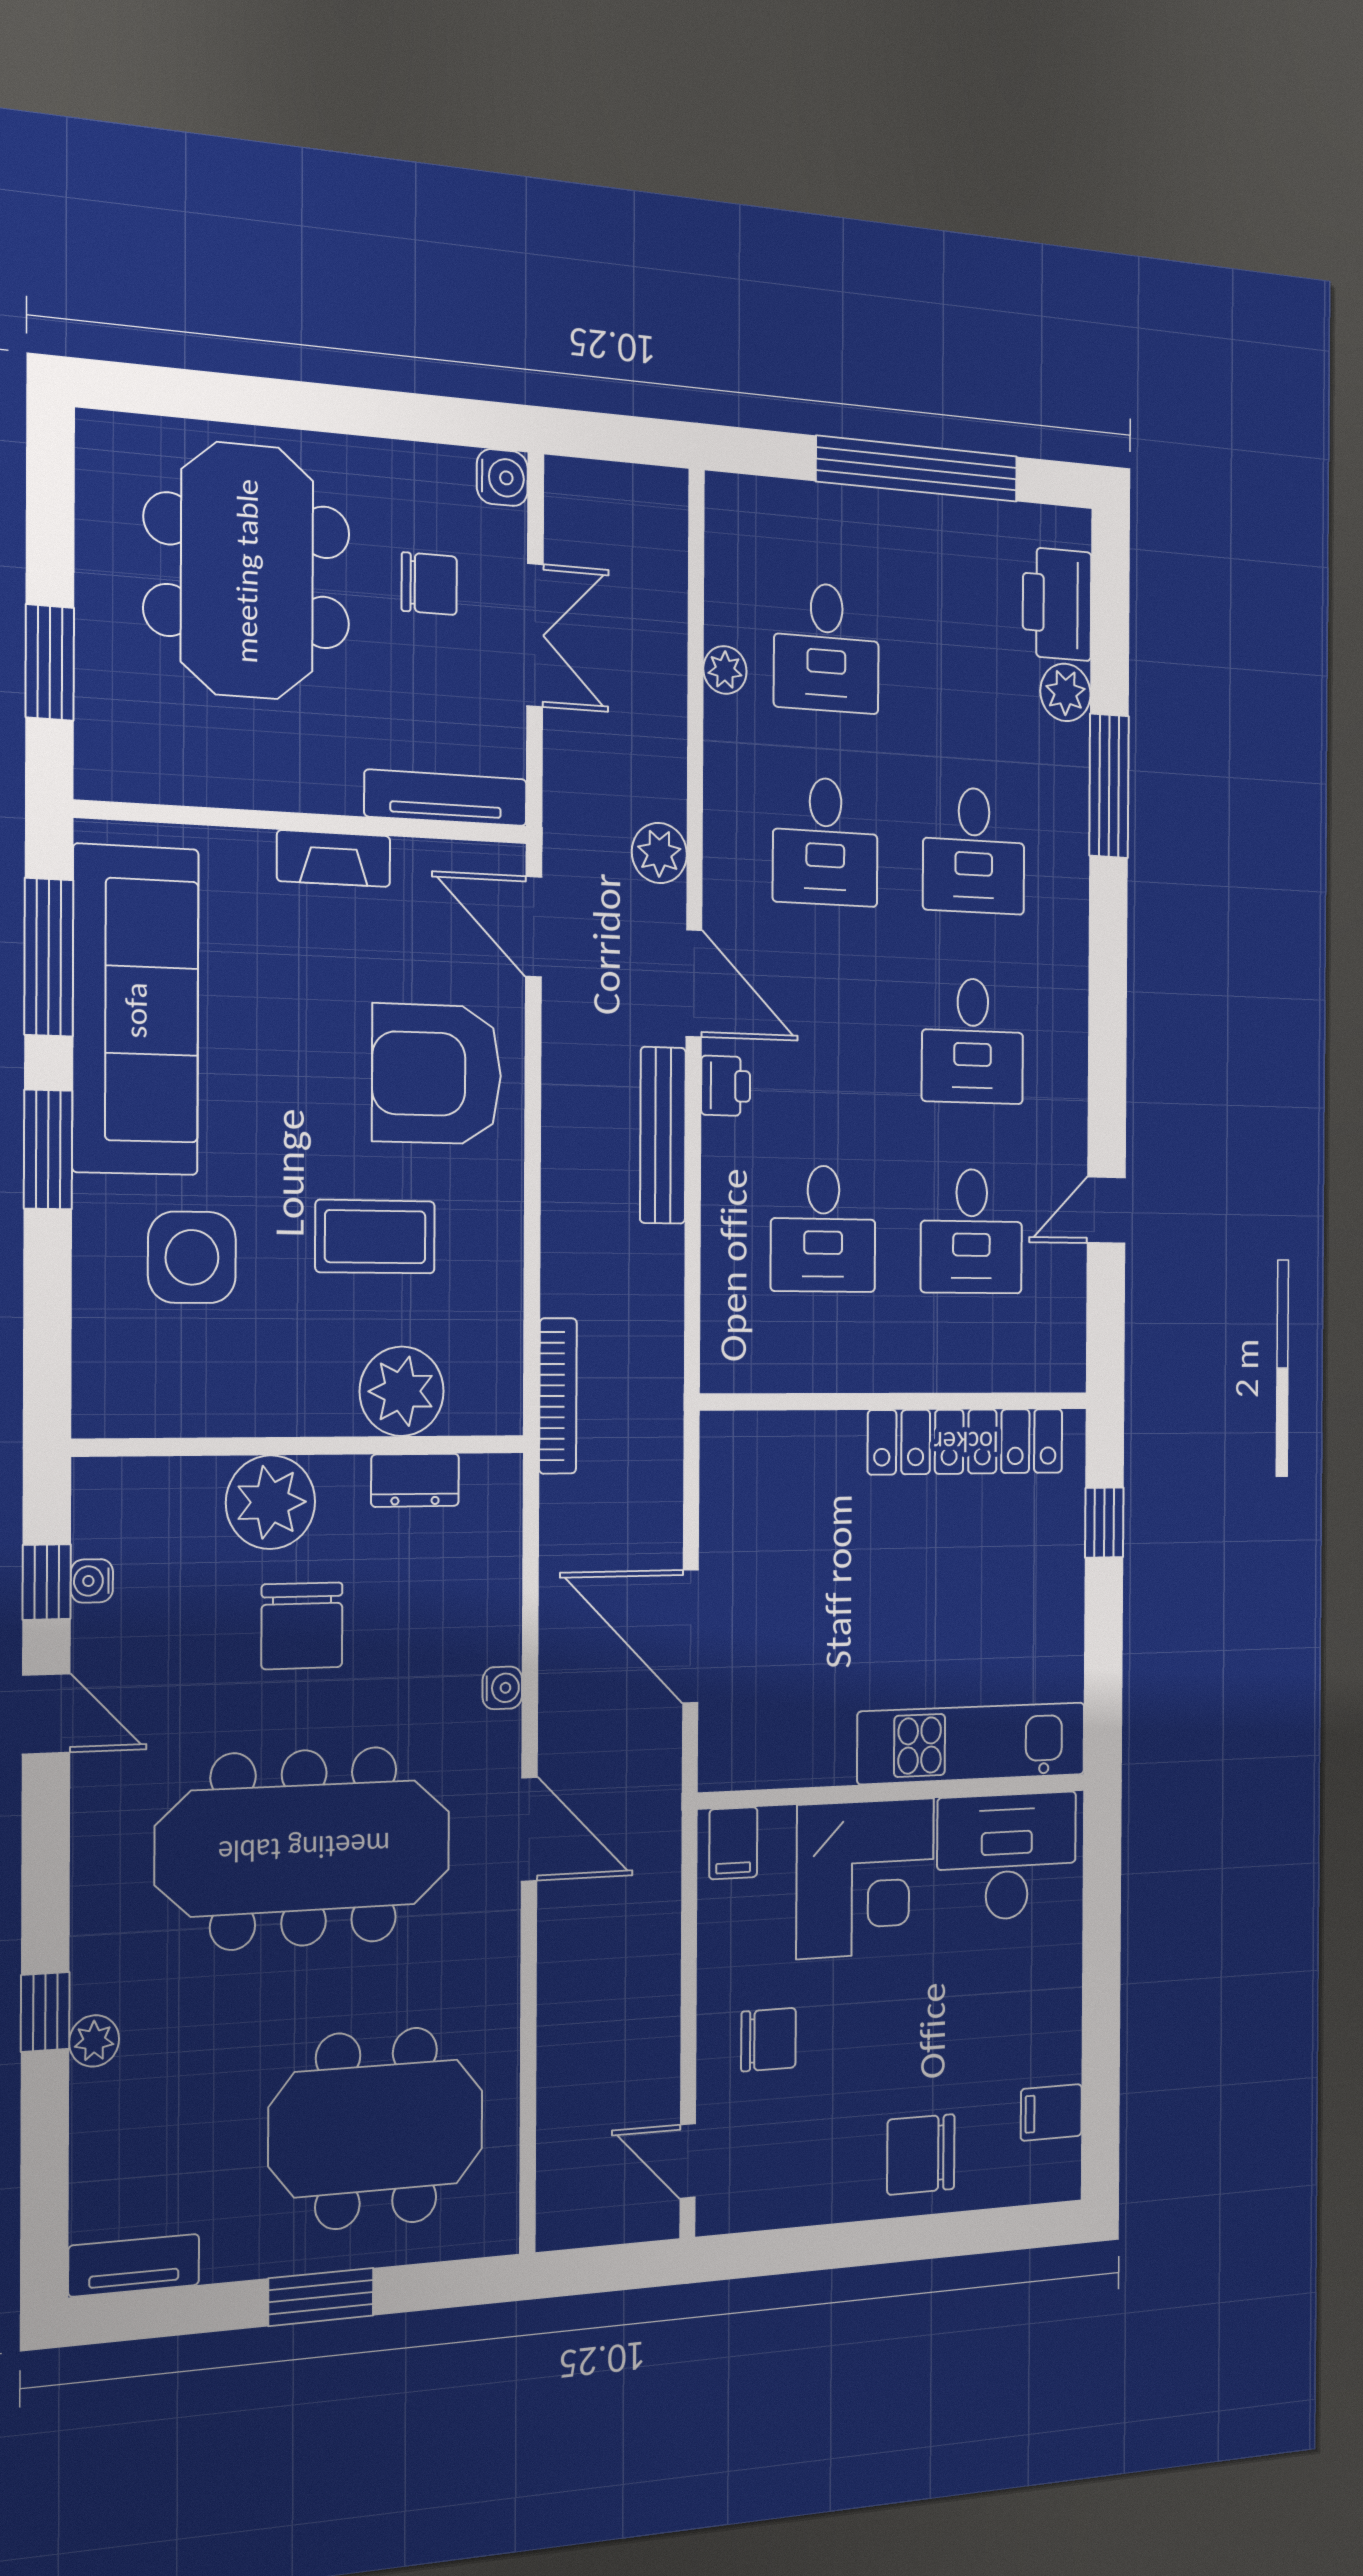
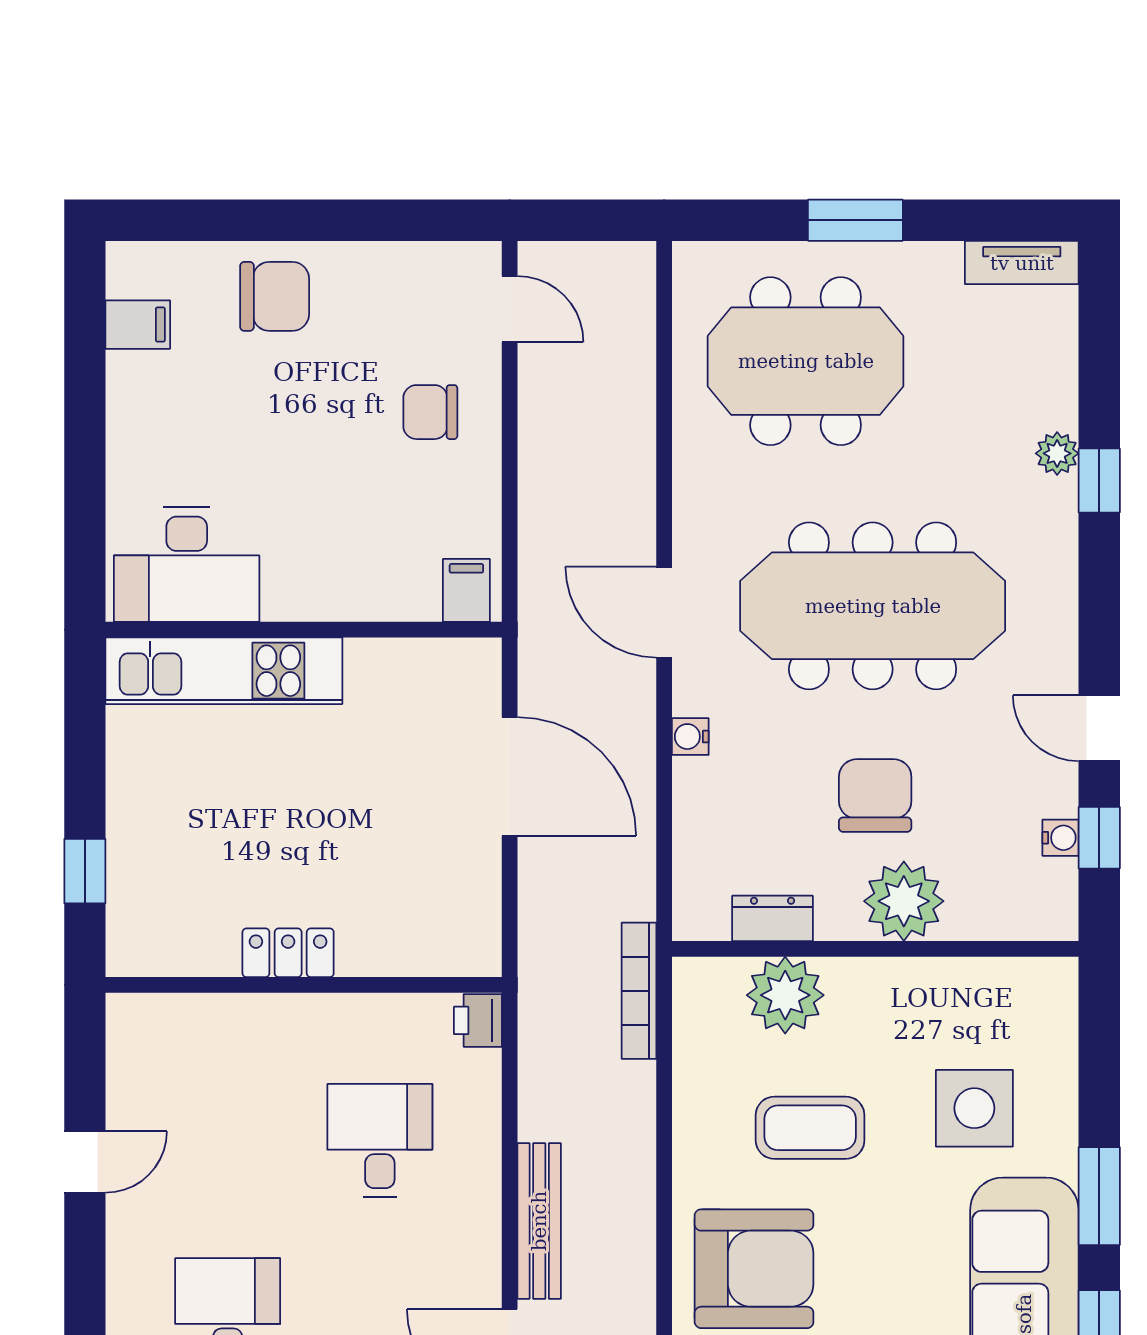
printer: (726, 1086) -> (478, 1020), moved
desk: (972, 1231) -> (228, 1141), removed
locker: (966, 1442) -> (288, 953), width x0.46, depth x0.83
corner desk: (865, 1878) -> (333, 552), removed

